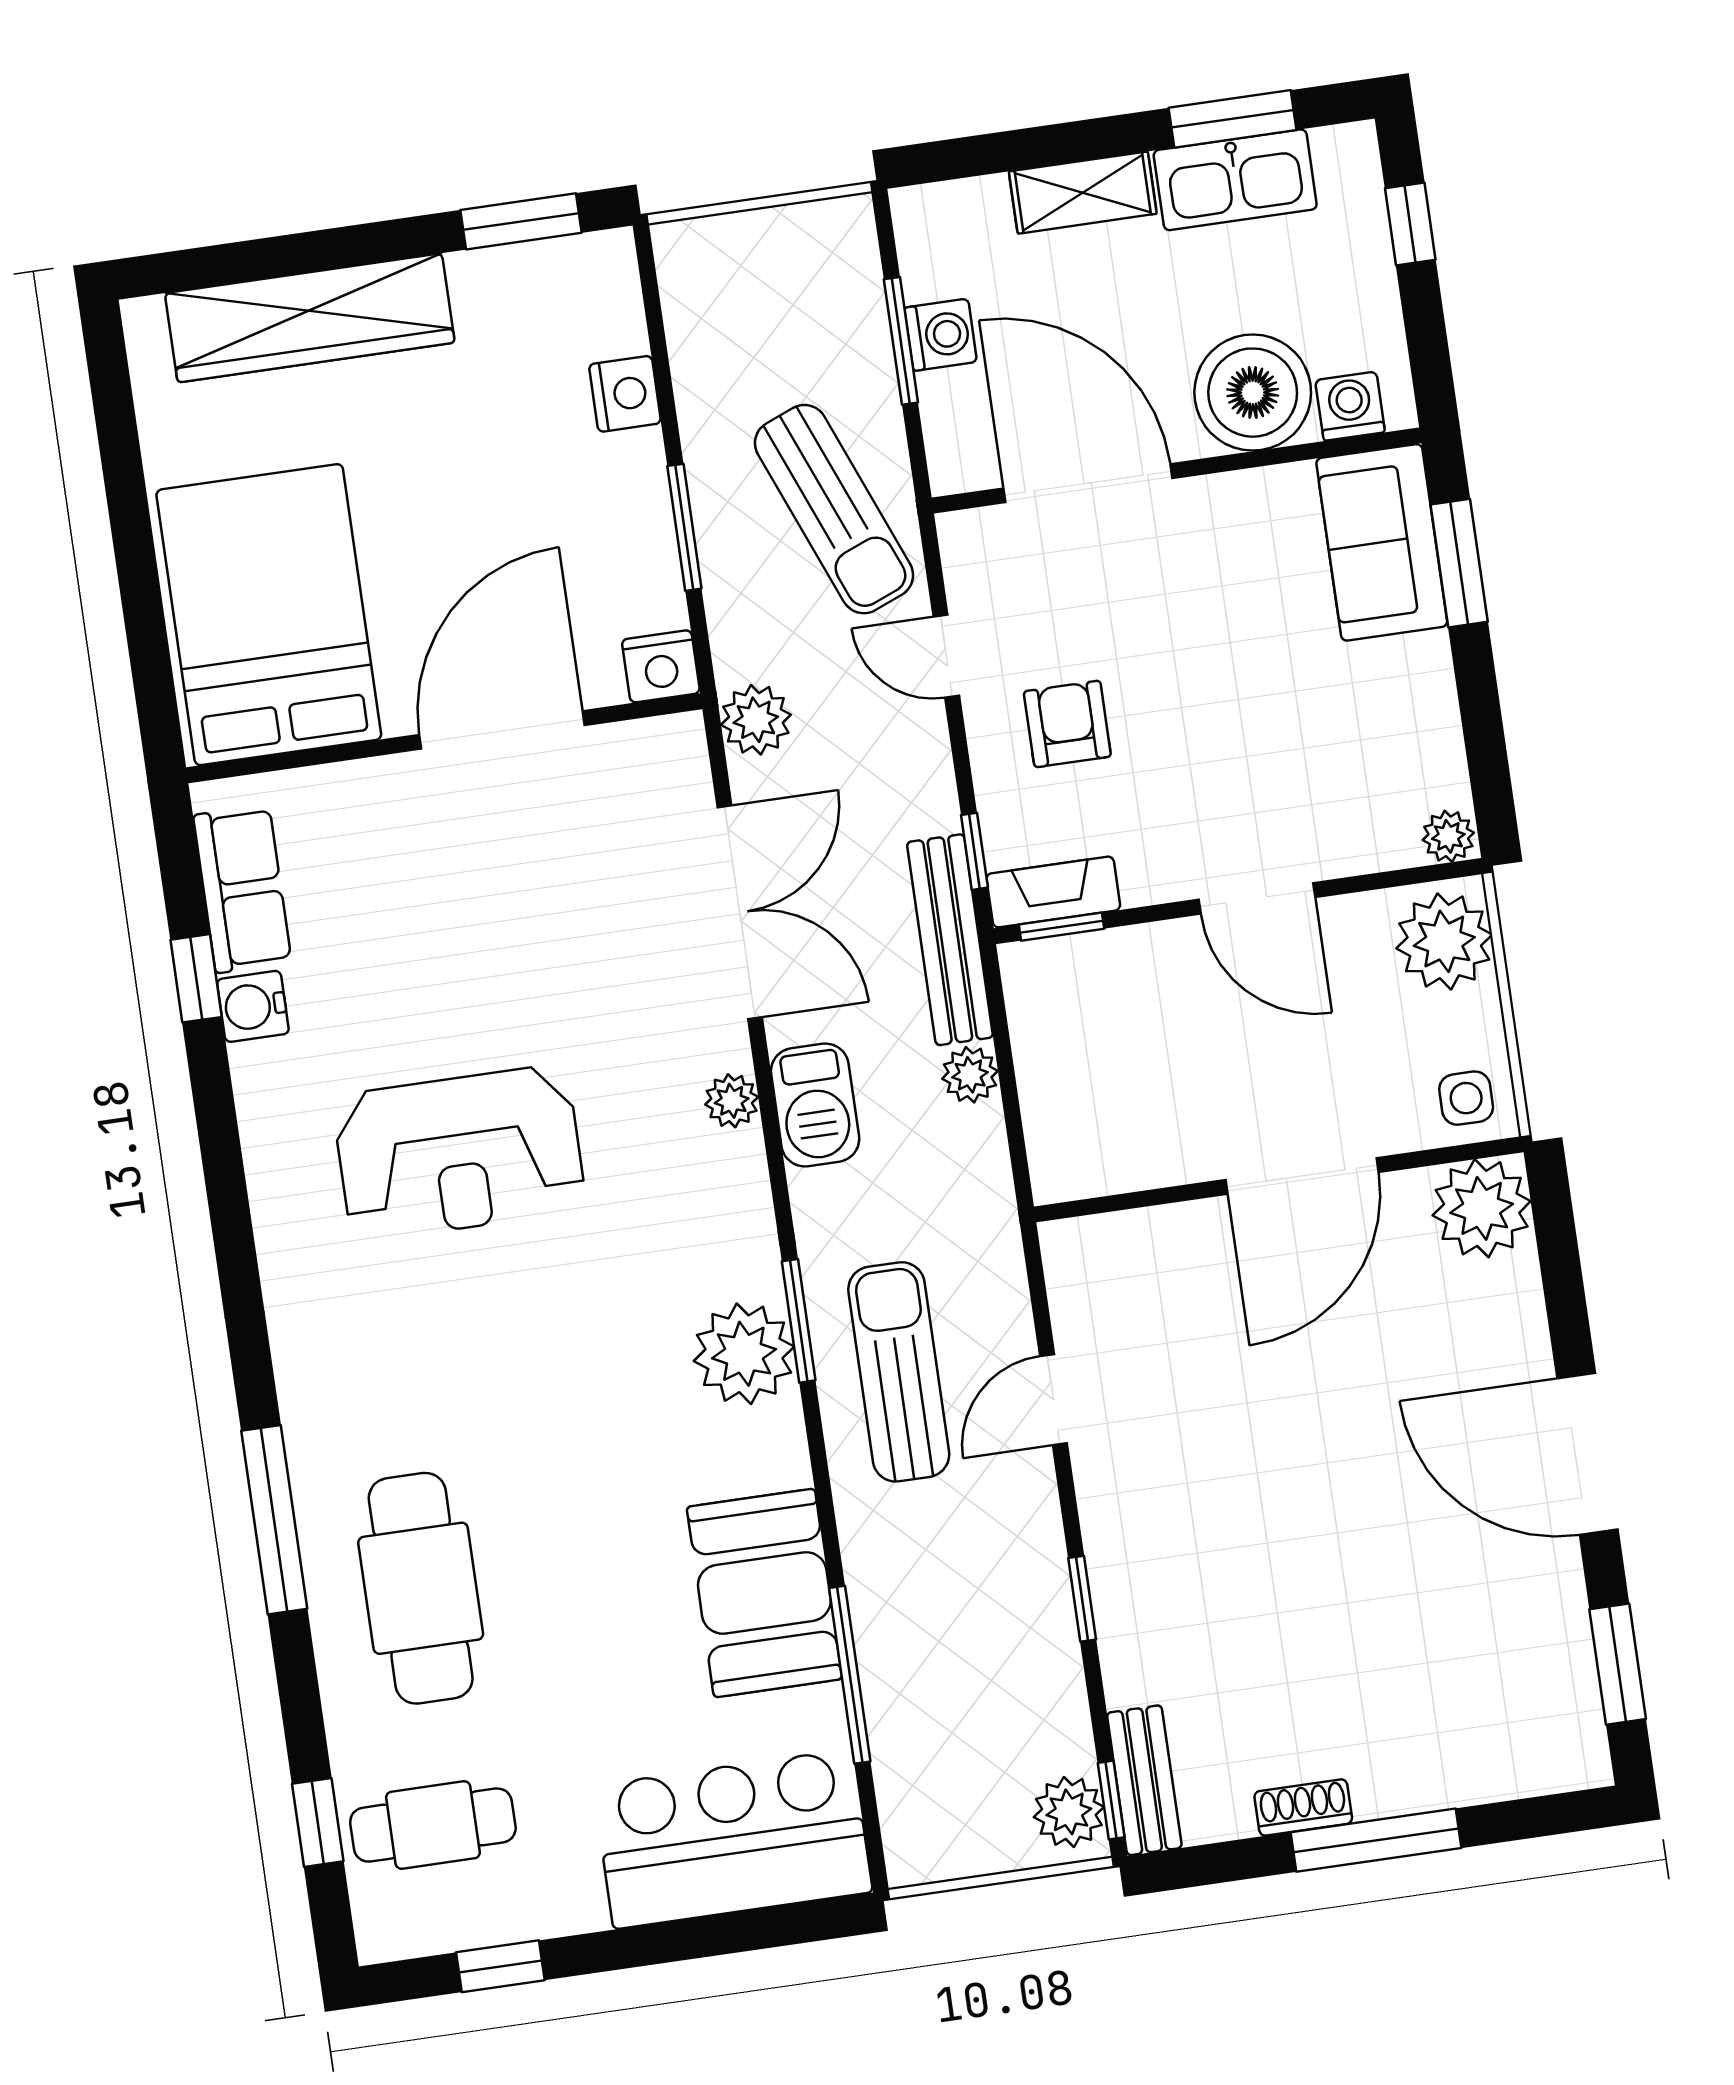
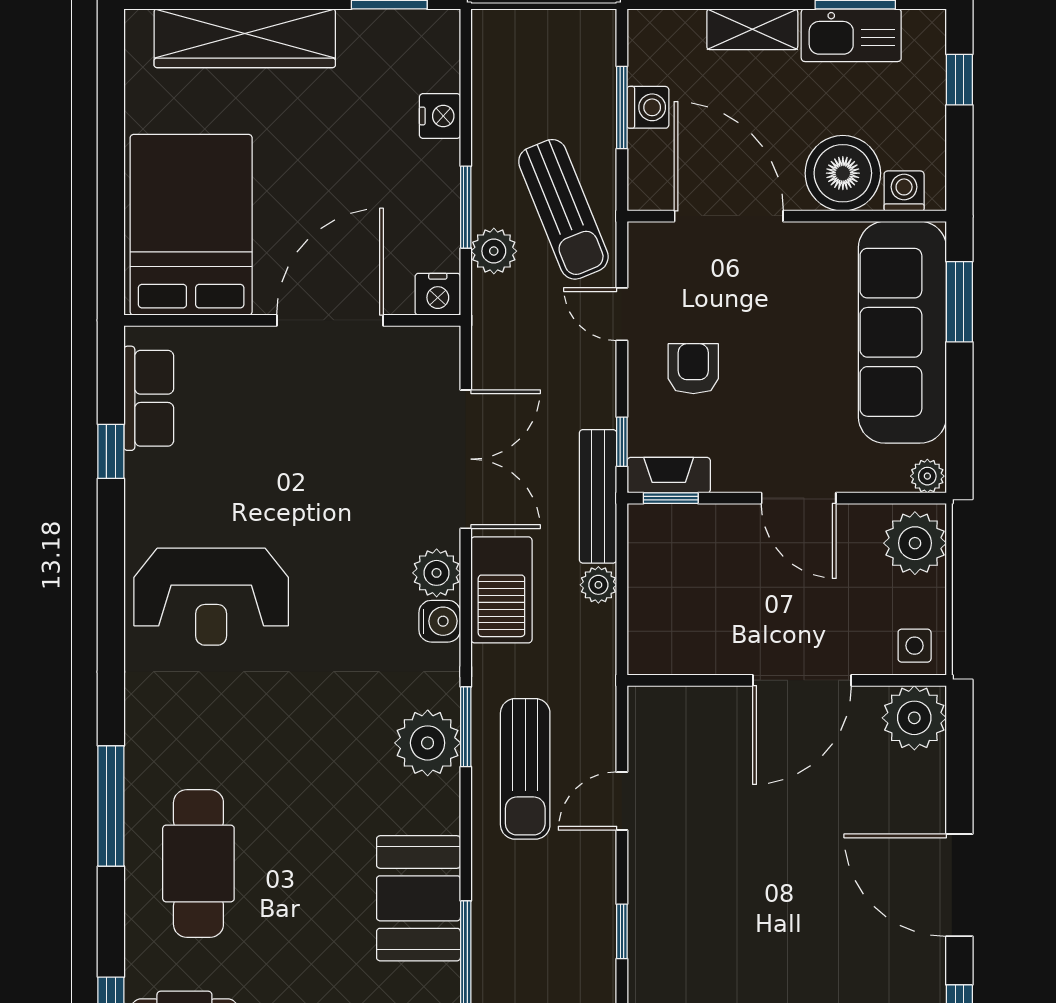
sofa: (1382, 542) -> (902, 332), width x1.85, depth x1.27
plant: (756, 720) -> (494, 251), moved
water cooler: (253, 1006) -> (440, 621), moved, turned 180
plant: (732, 1101) -> (437, 573), width x1.38, depth x1.38
barbecue: (815, 1105) -> (501, 590), width x1.37, depth x1.21
reception desk: (459, 1153) -> (211, 597), moved
sun lounger: (899, 1372) -> (525, 769), turned 180

